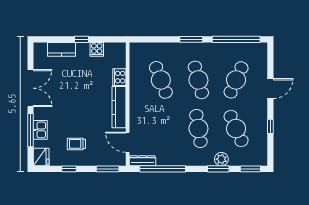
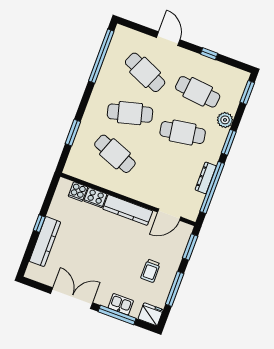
window: (191, 39) -> (73, 133), moved
kitchen counter: (61, 49) -> (45, 242), width x1.50
cooker: (97, 49) -> (78, 192), moved, turned 90
cafe table: (161, 80) -> (115, 154), turned 42
cafe table: (236, 129) -> (198, 92), turned 30
dresser: (143, 161) -> (206, 178), moved
window: (69, 169) -> (175, 289), width x2.17
window: (218, 169) -> (229, 142), moved

